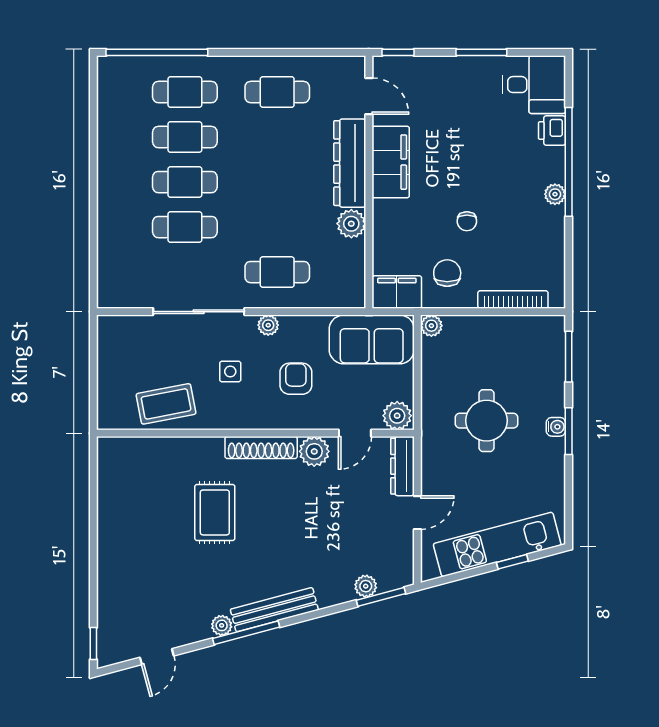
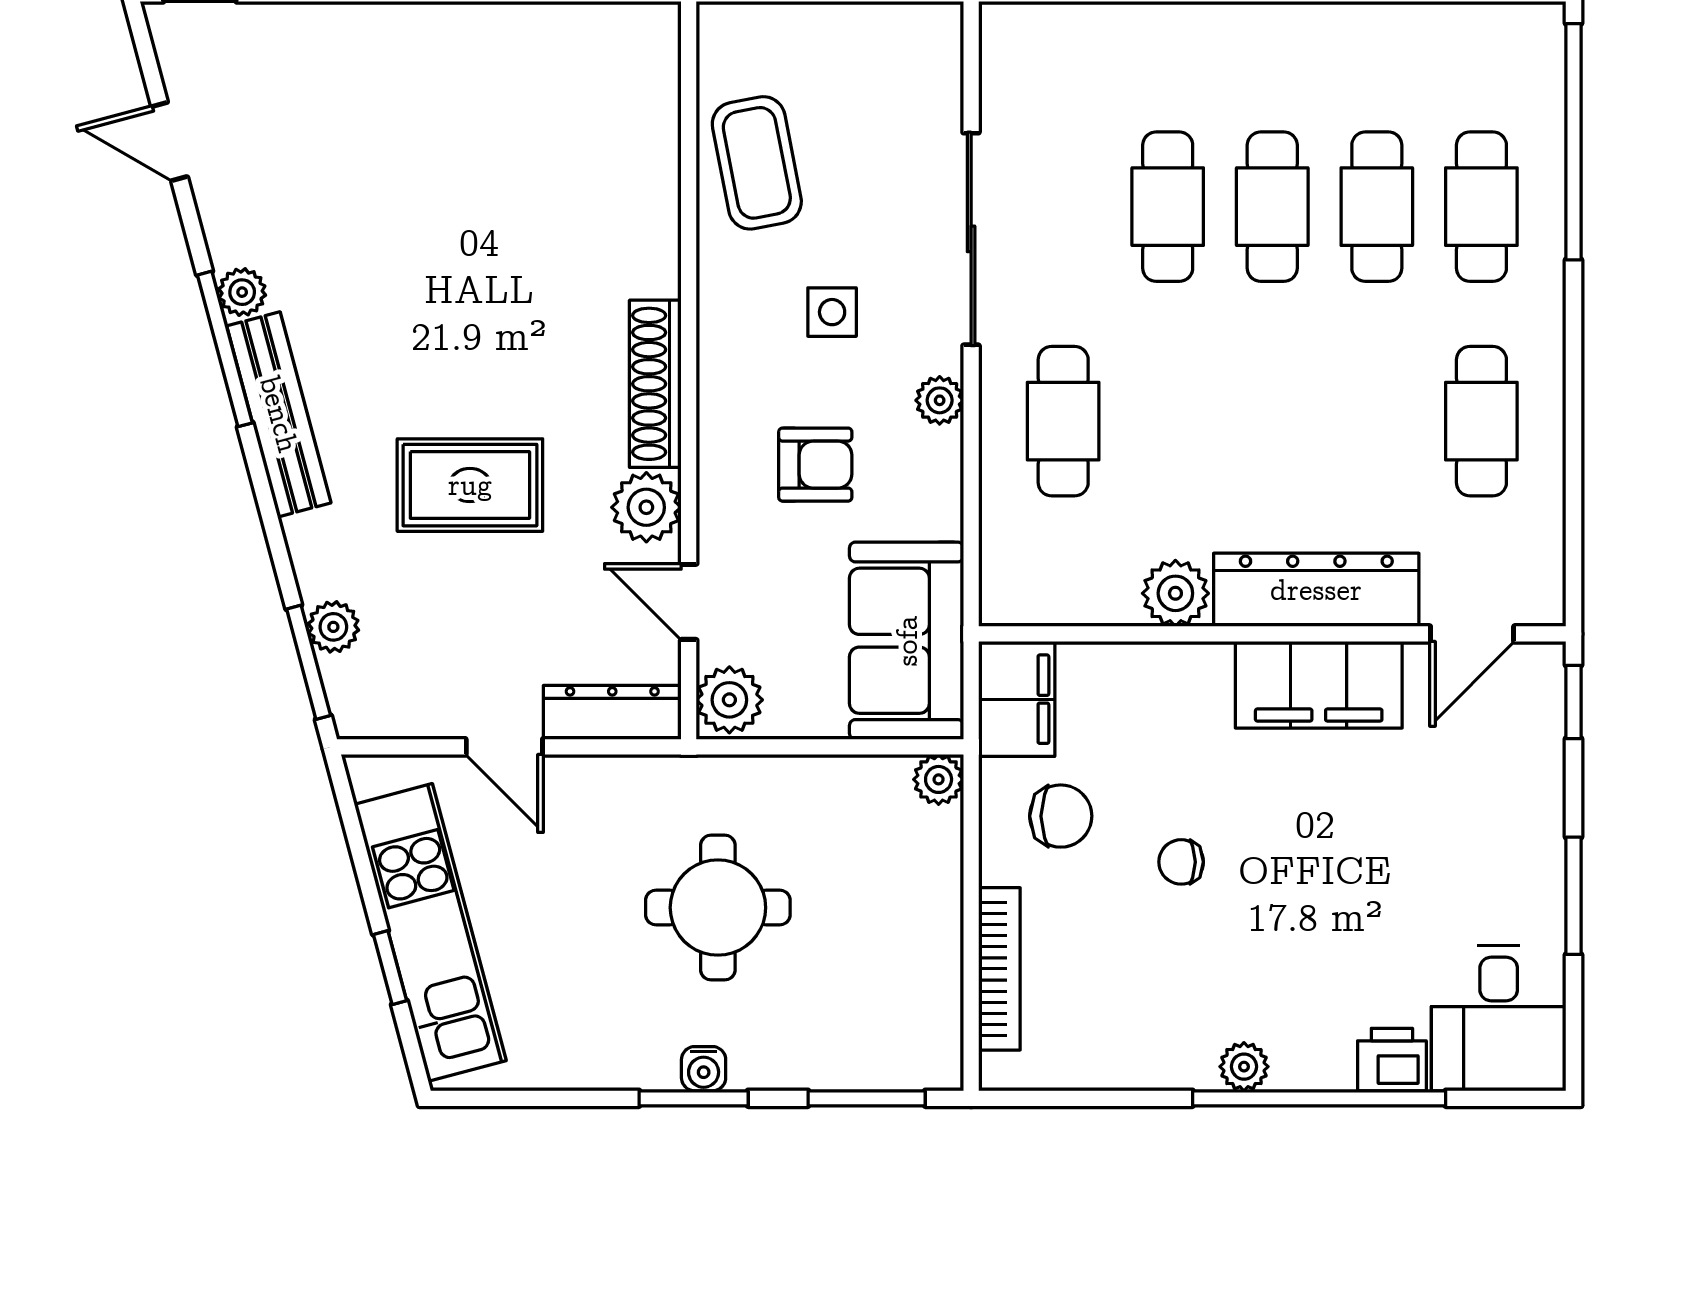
rug: (215, 512) -> (470, 485), moved

